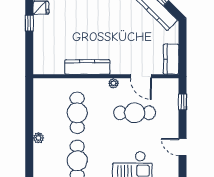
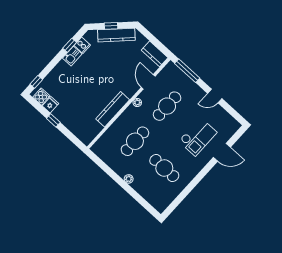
door: (141, 76) -> (148, 82), swing flipped
window: (182, 102) -> (187, 71), width x2.17
cafe table: (77, 113) -> (135, 141), turned 90

